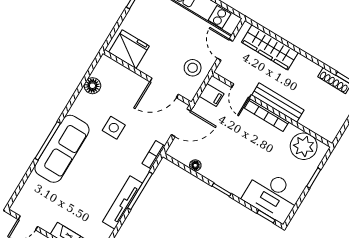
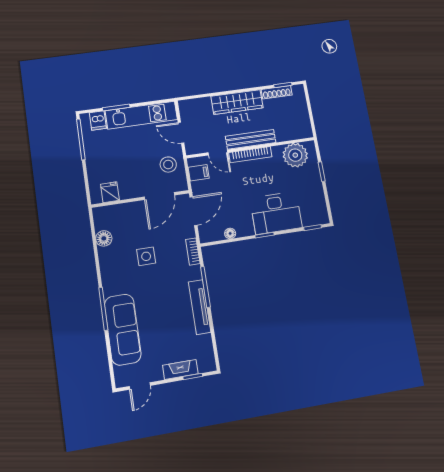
wardrobe: (270, 47) -> (237, 102), moved
fridge: (129, 49) -> (110, 192), width x0.53, depth x0.75
sofa: (62, 149) -> (123, 330), moved
desk: (272, 195) -> (276, 213), moved

